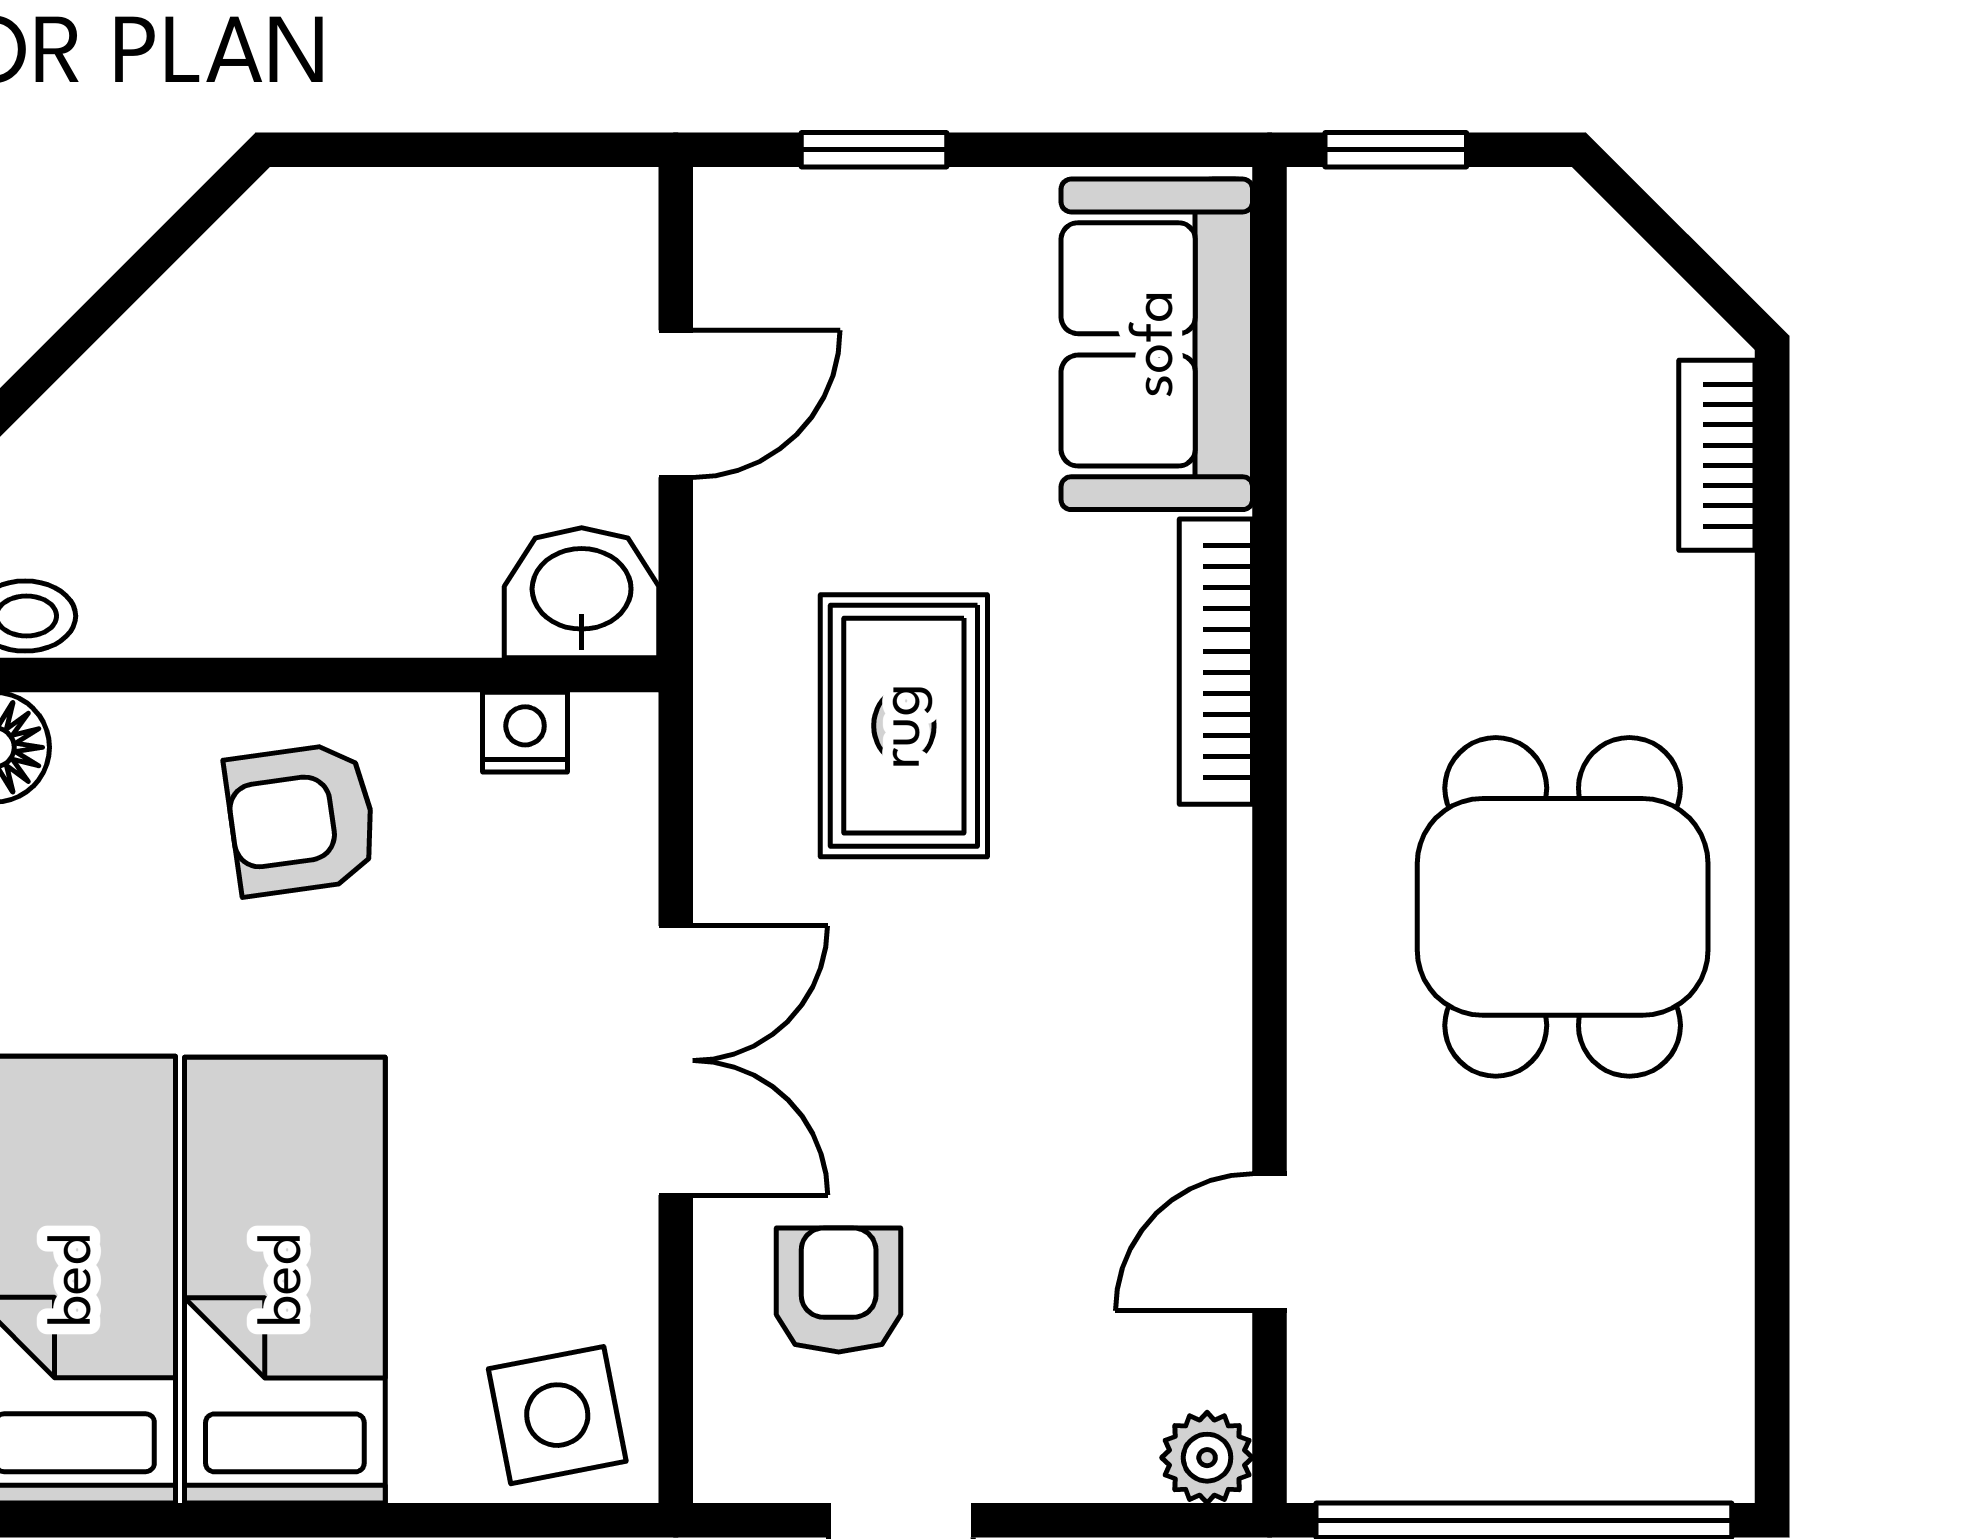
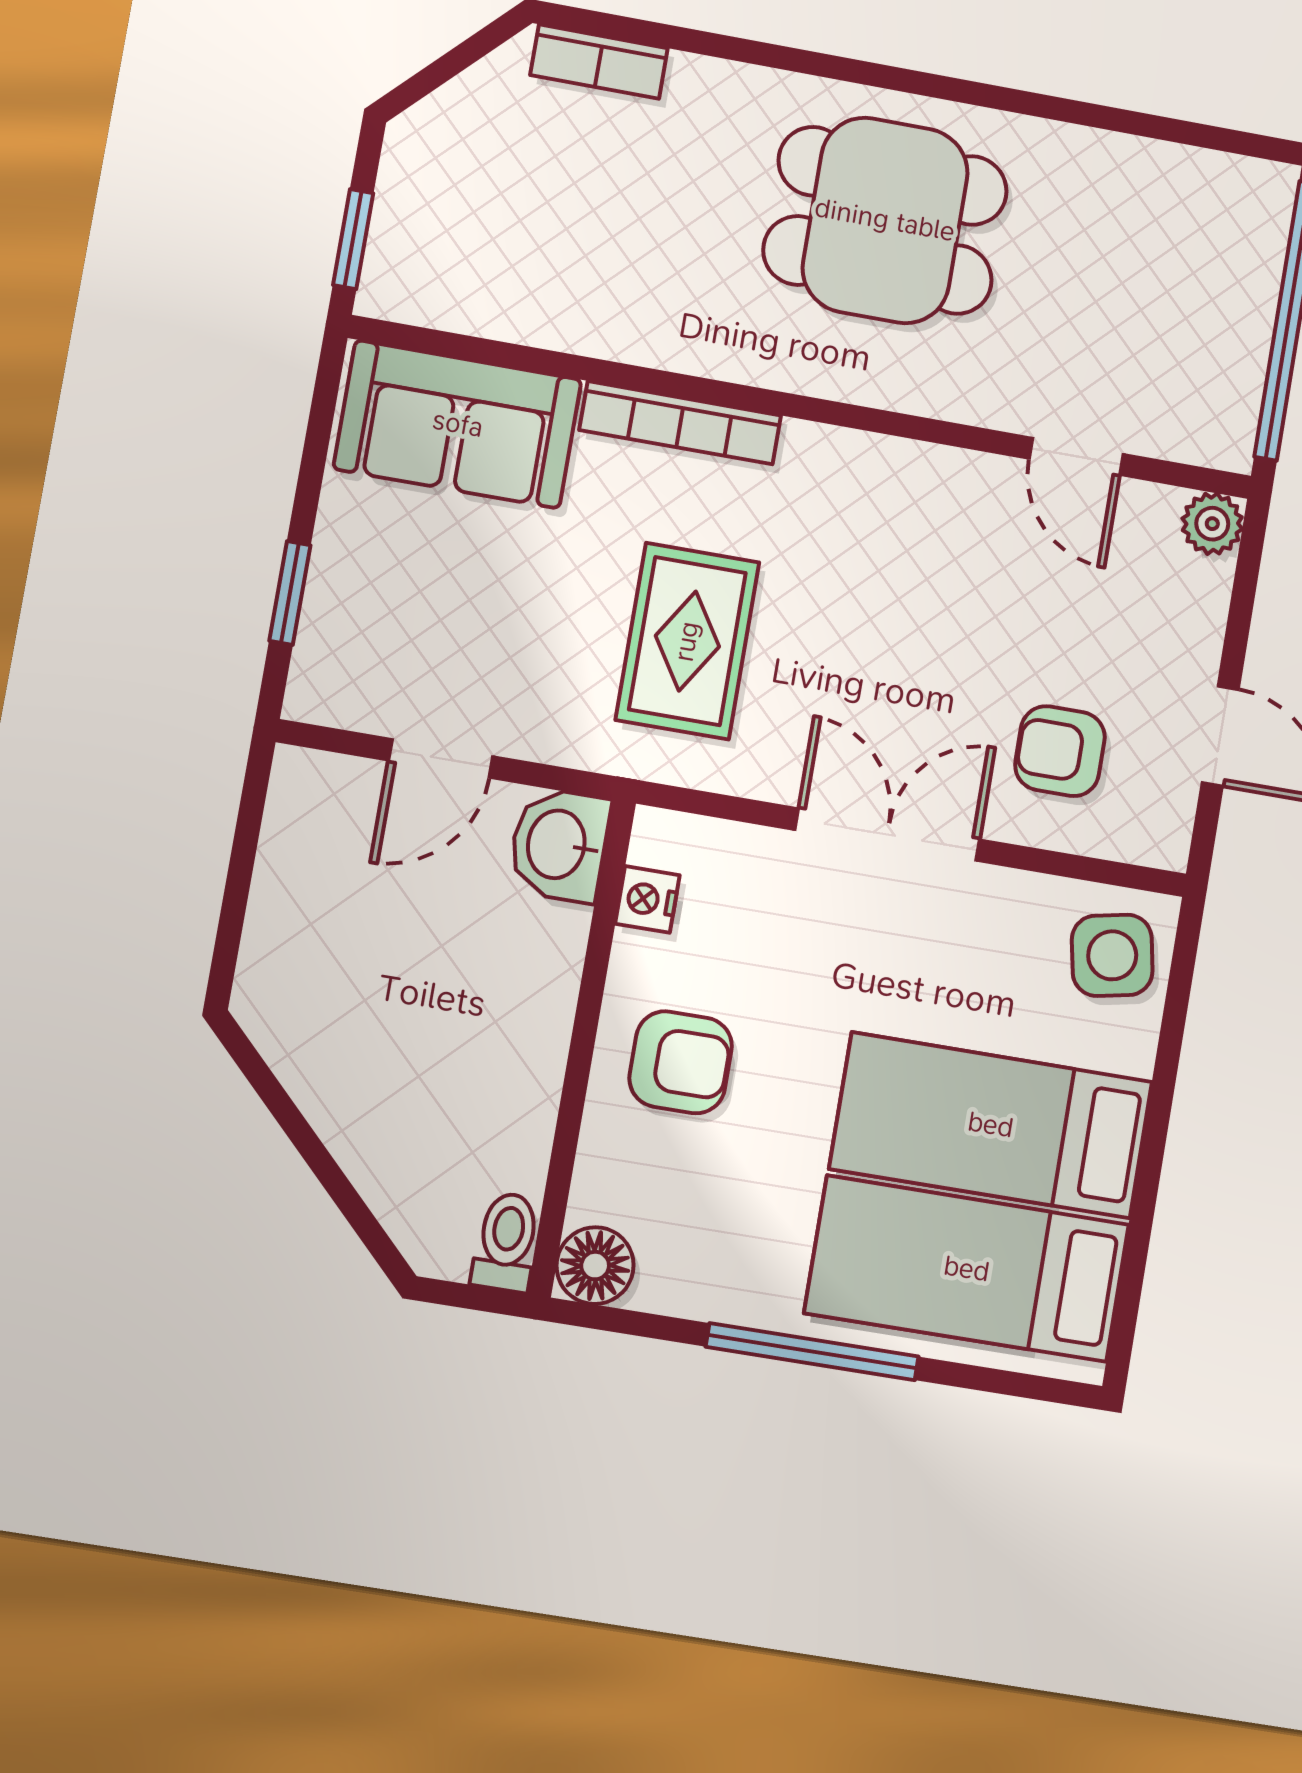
door: (676, 404) -> (441, 758), swing flipped
rug: (904, 726) -> (687, 641), turned 90
armchair: (301, 819) -> (681, 1062), turned -82

